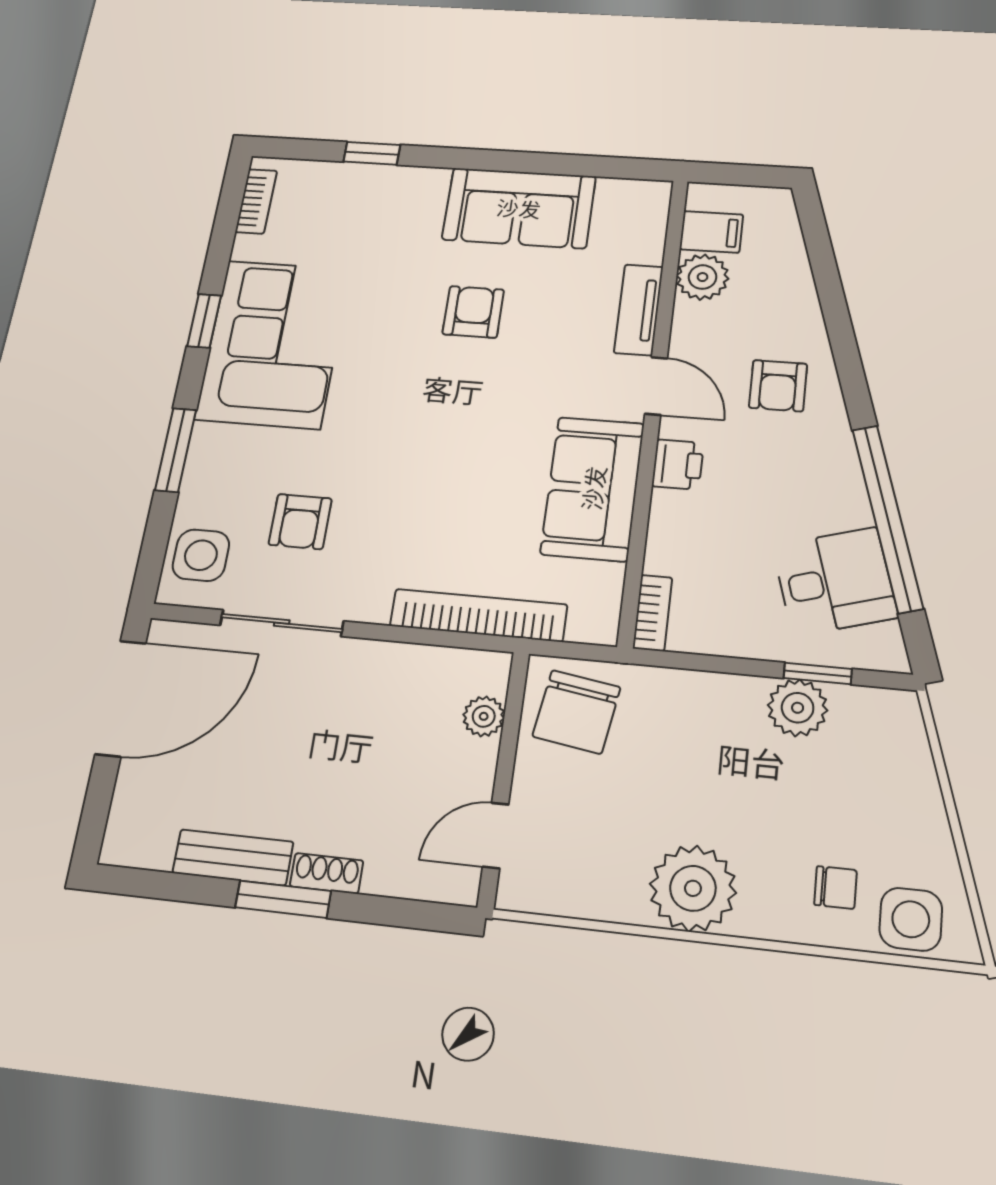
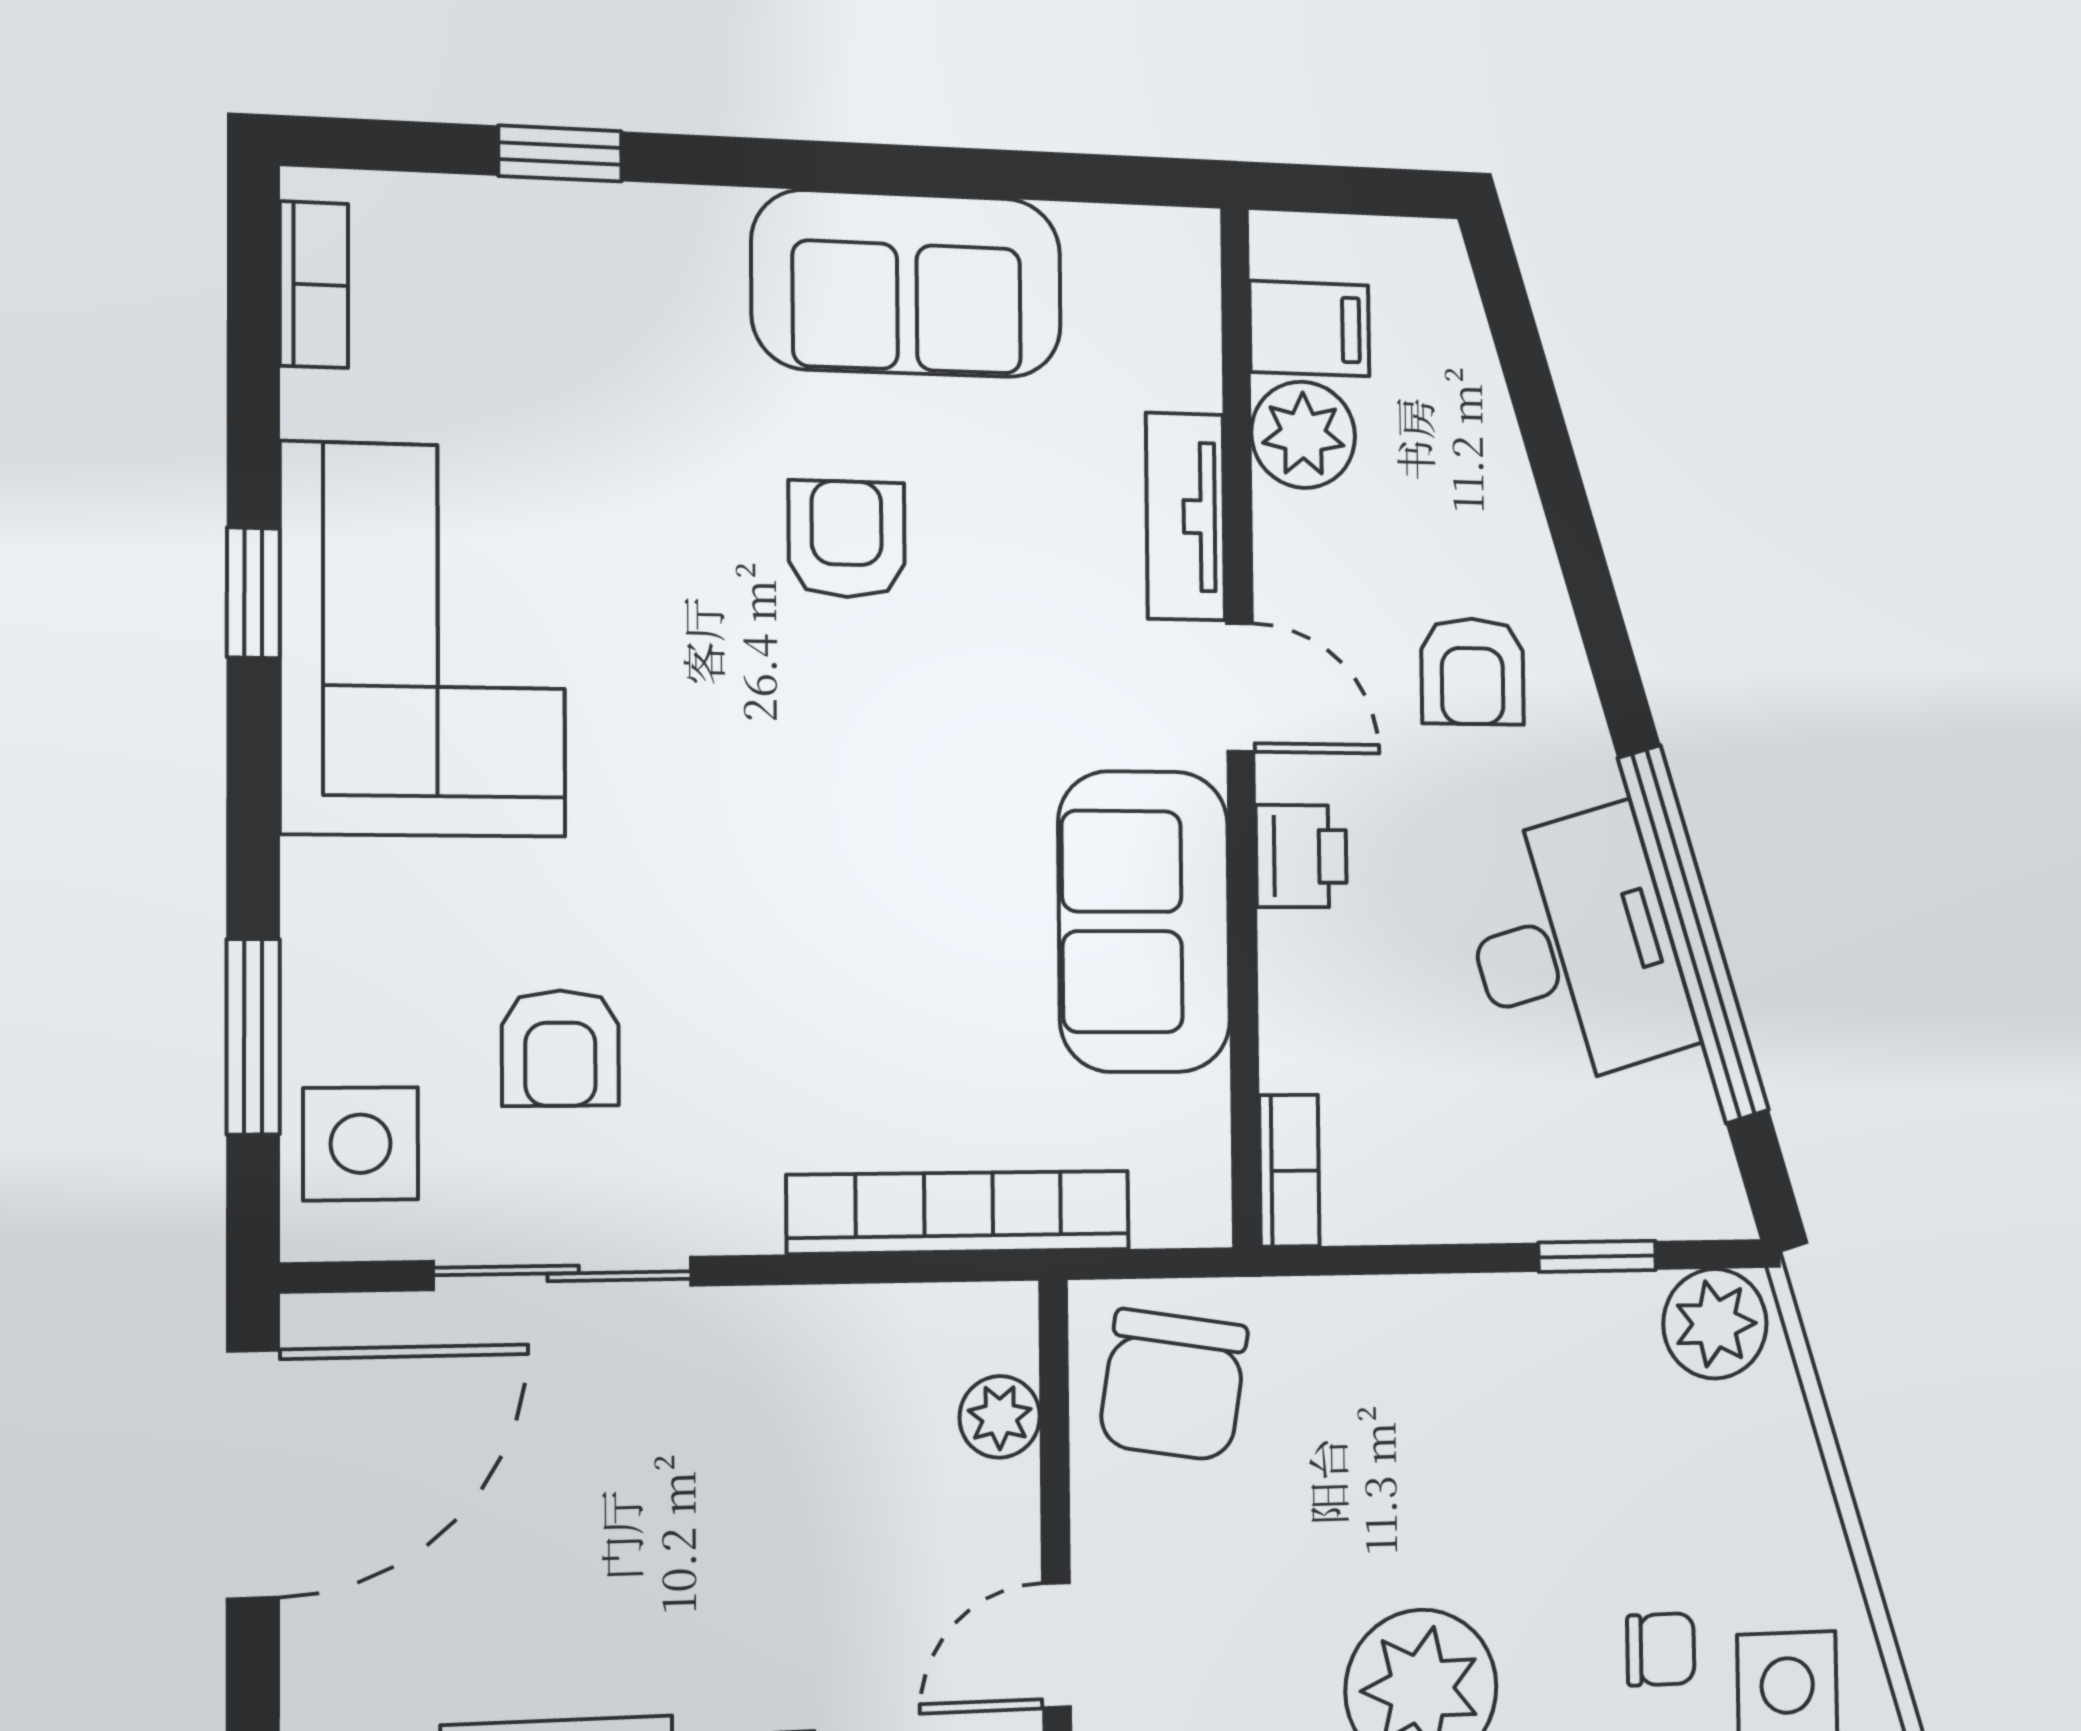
window: (176, 450) -> (253, 1037), moved
desk: (835, 581) -> (1575, 949), moved, width x1.37
plant: (798, 708) -> (1715, 1324), moved

